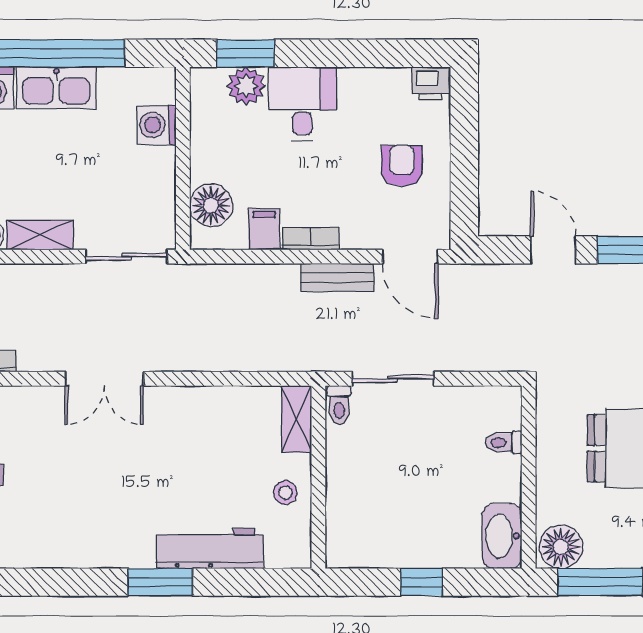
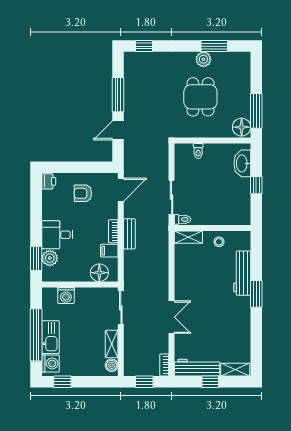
bench: (337, 277) -> (129, 234), moved
washbasin: (502, 536) -> (242, 163), moved, turned 90

